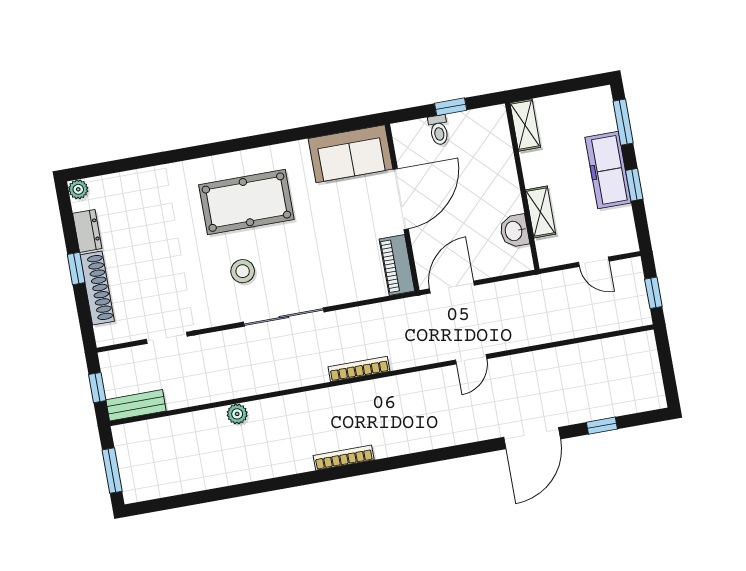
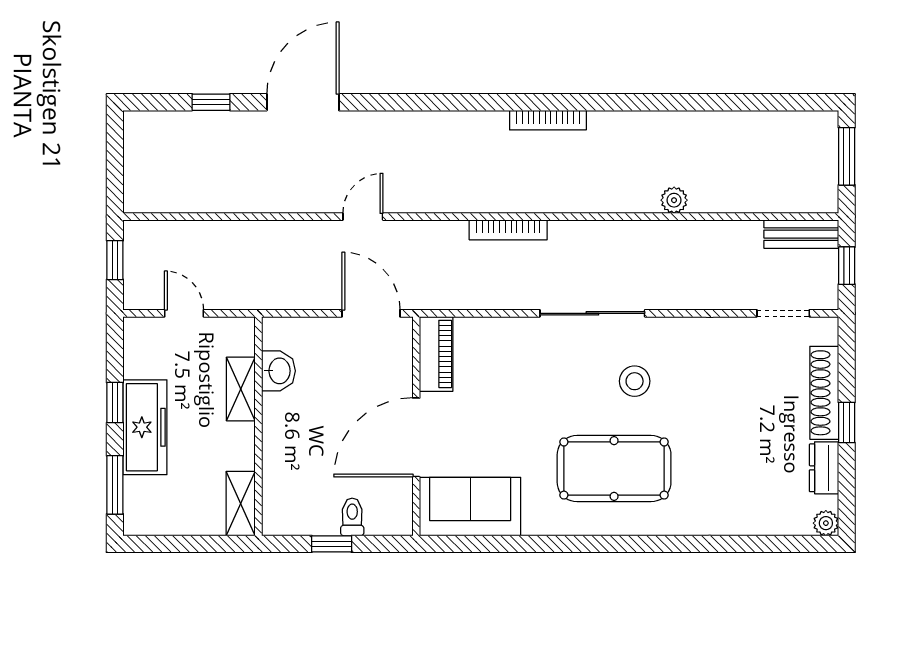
door: (452, 287) -> (371, 313), swing flipped
doorway: (167, 338) -> (783, 313), moved

